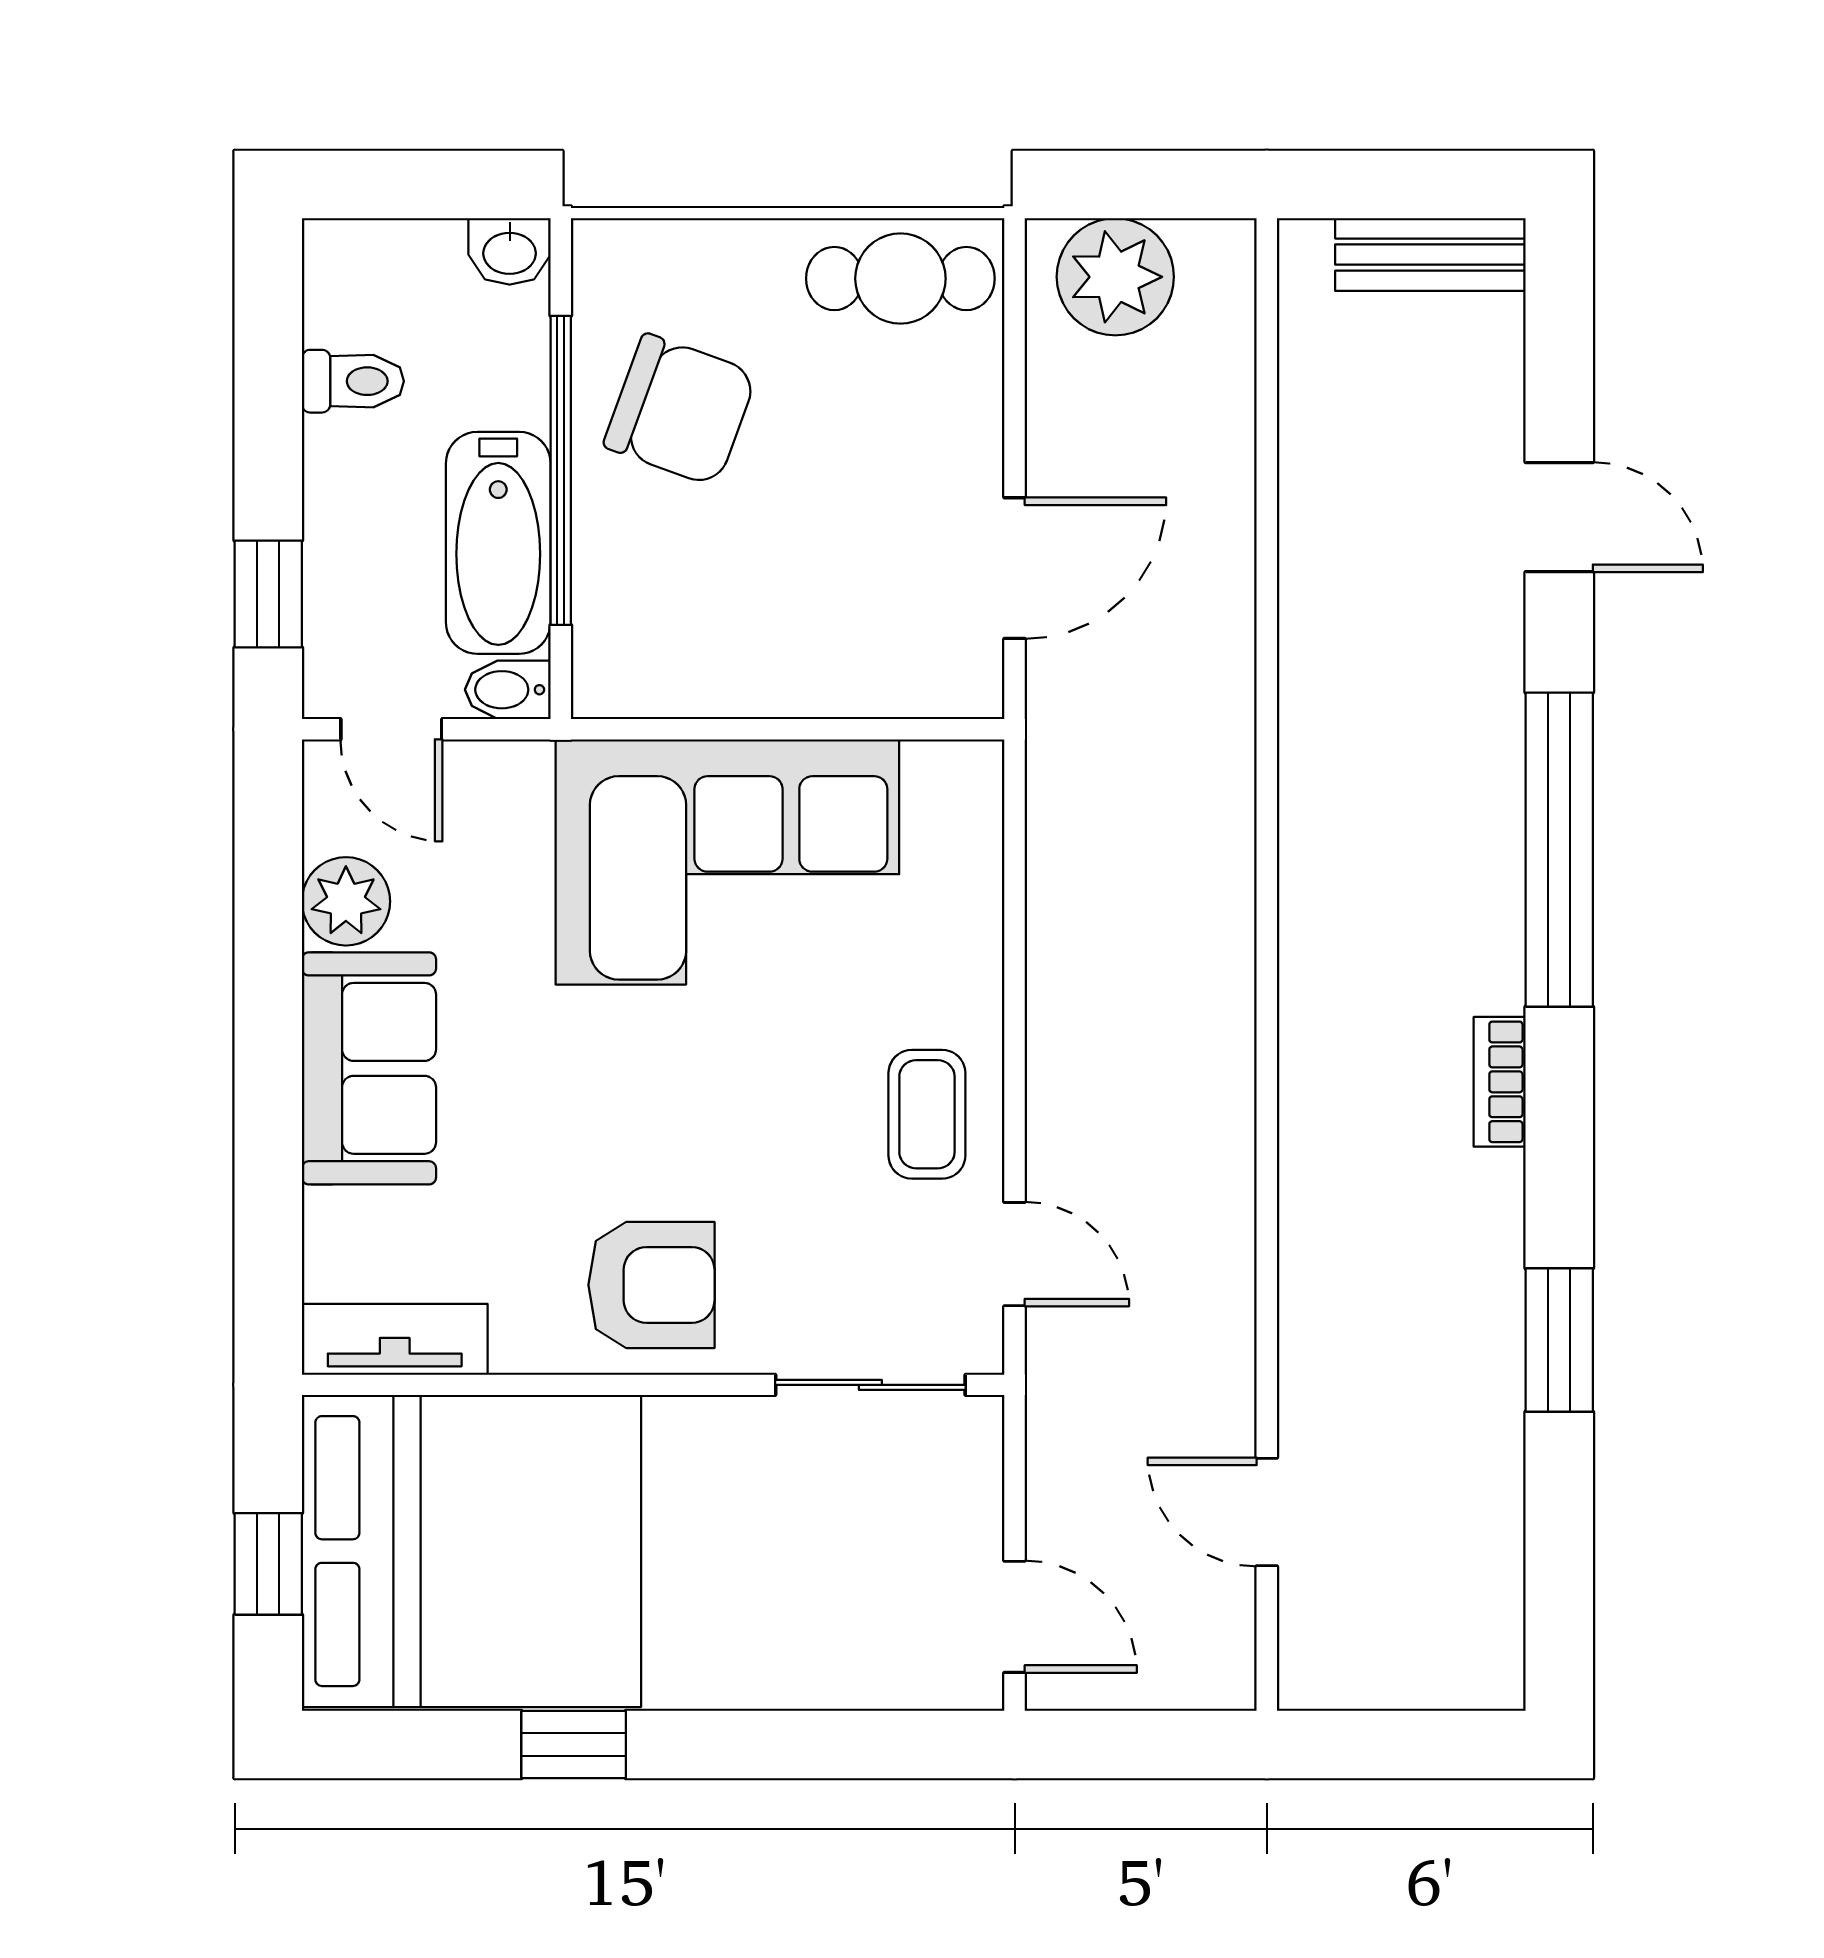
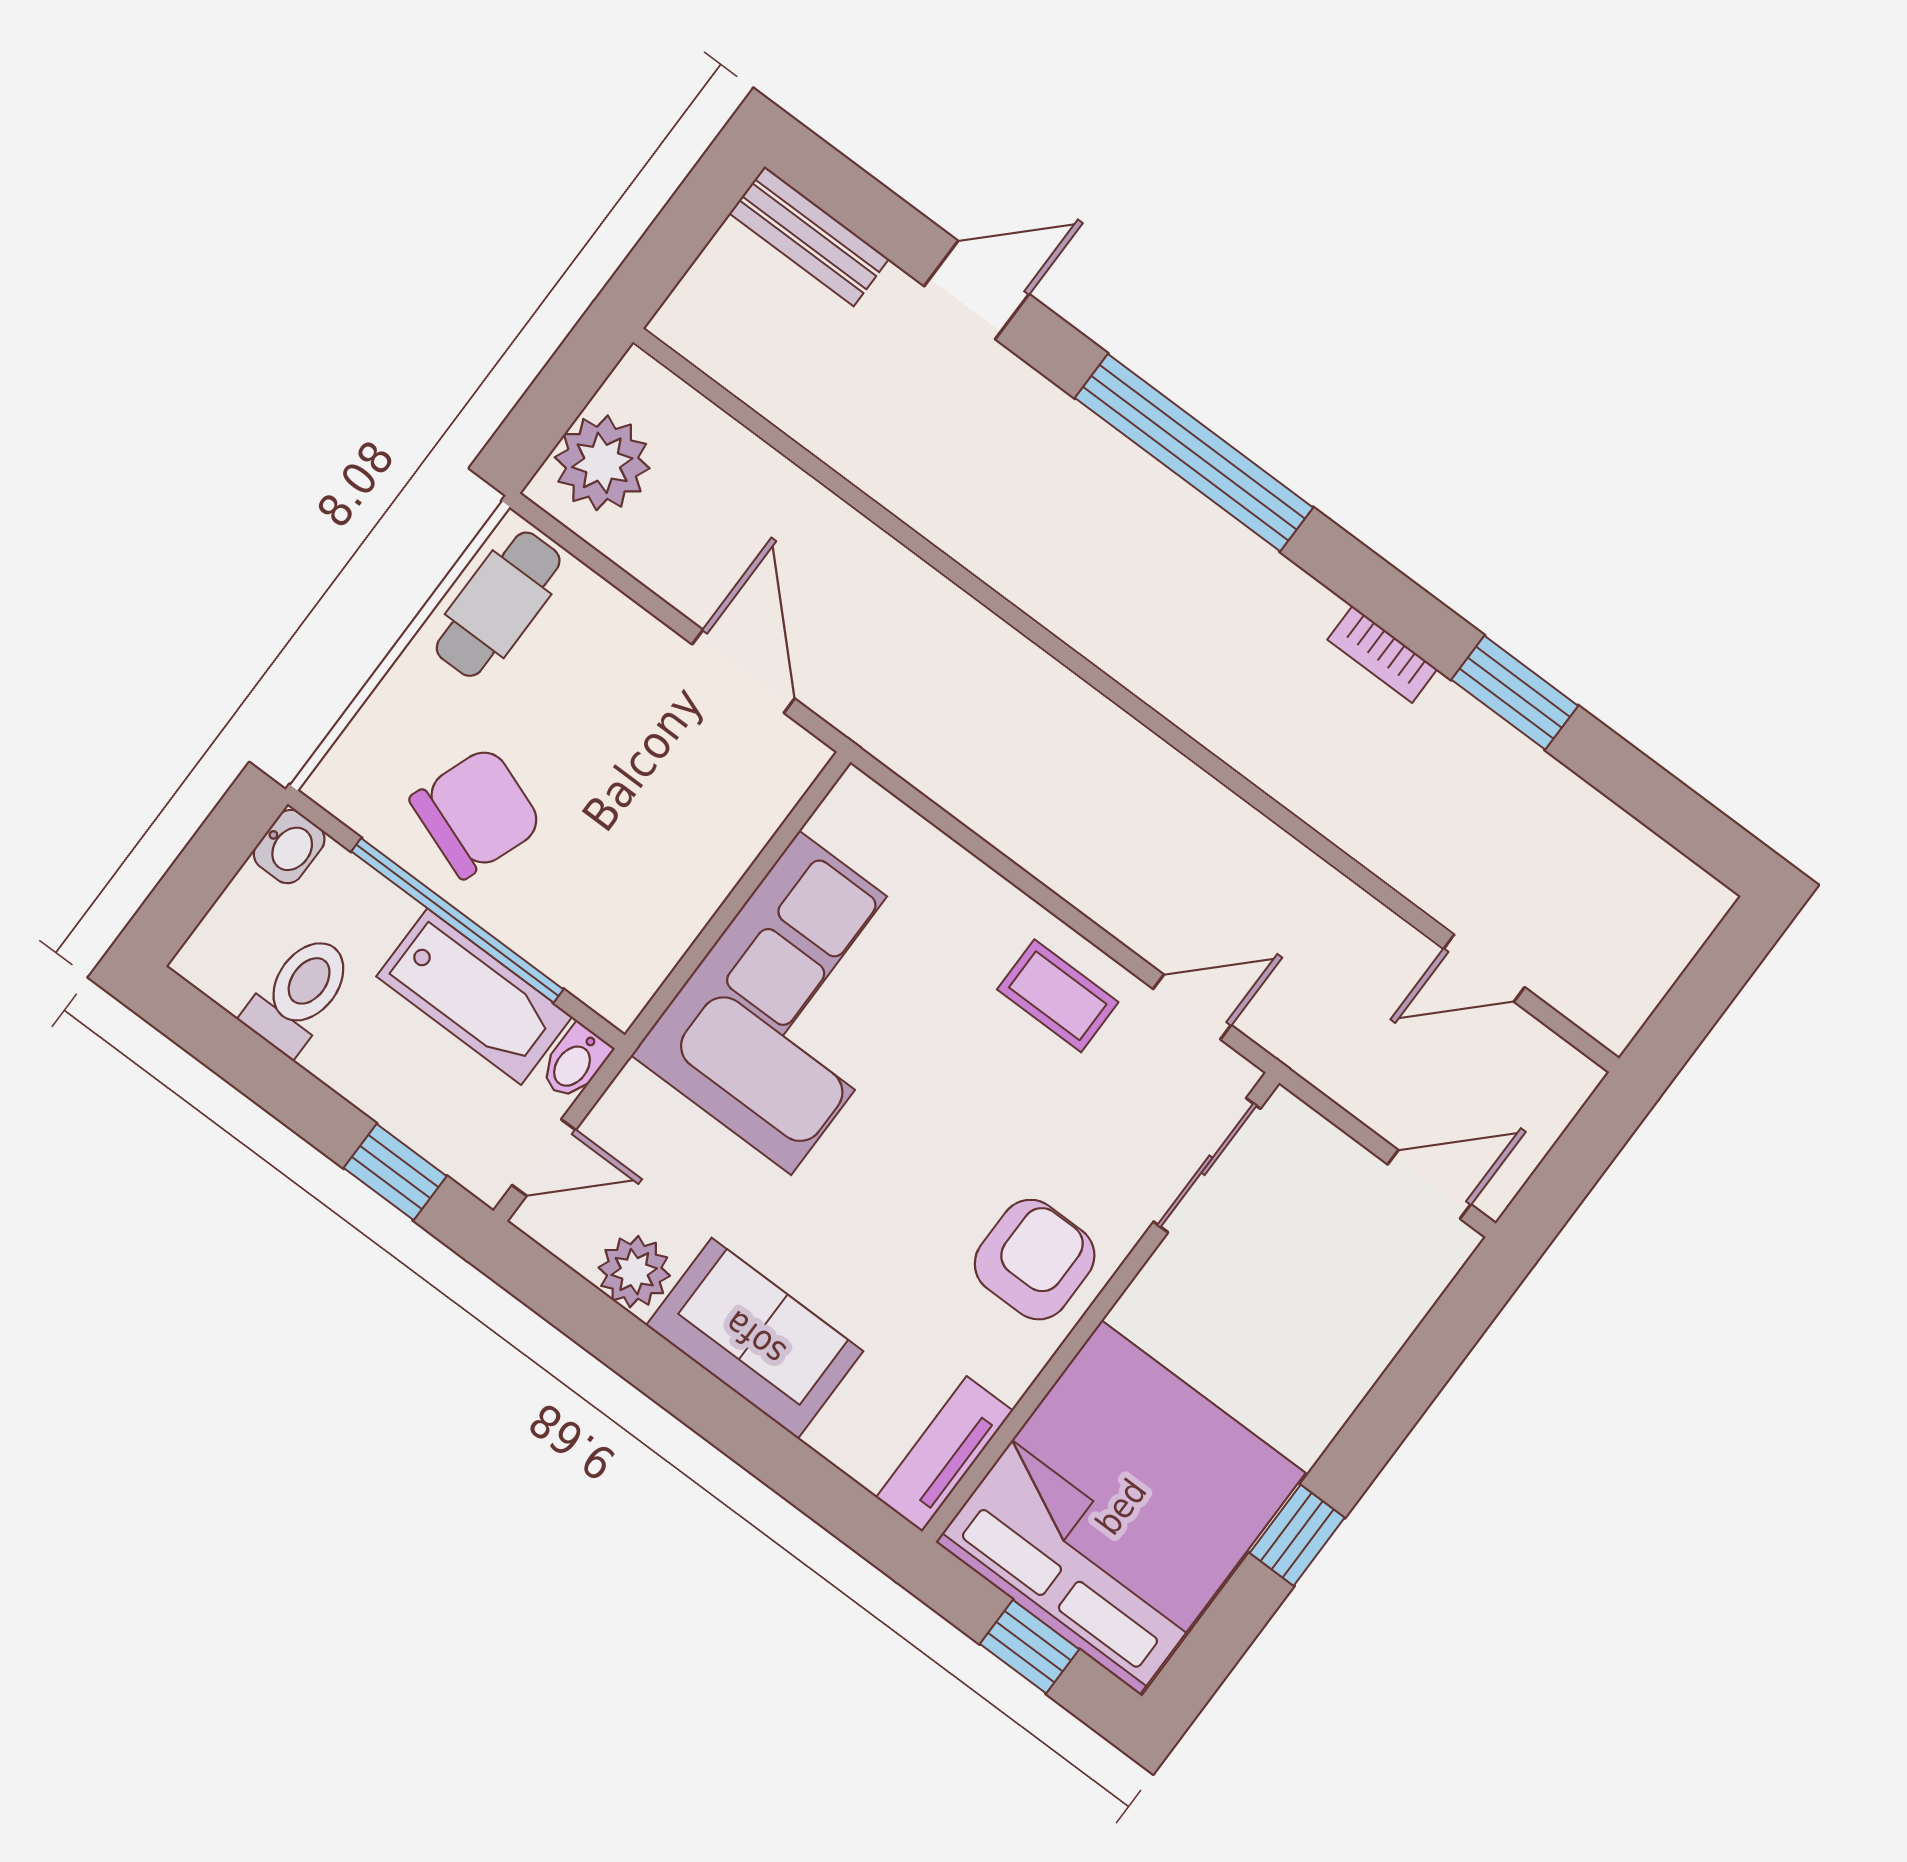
bench: (1430, 255) -> (809, 236), moved, turned 90
toilet: (353, 381) -> (299, 994), width x1.37, depth x1.39
bookcase: (1500, 1082) -> (1382, 654), moved

